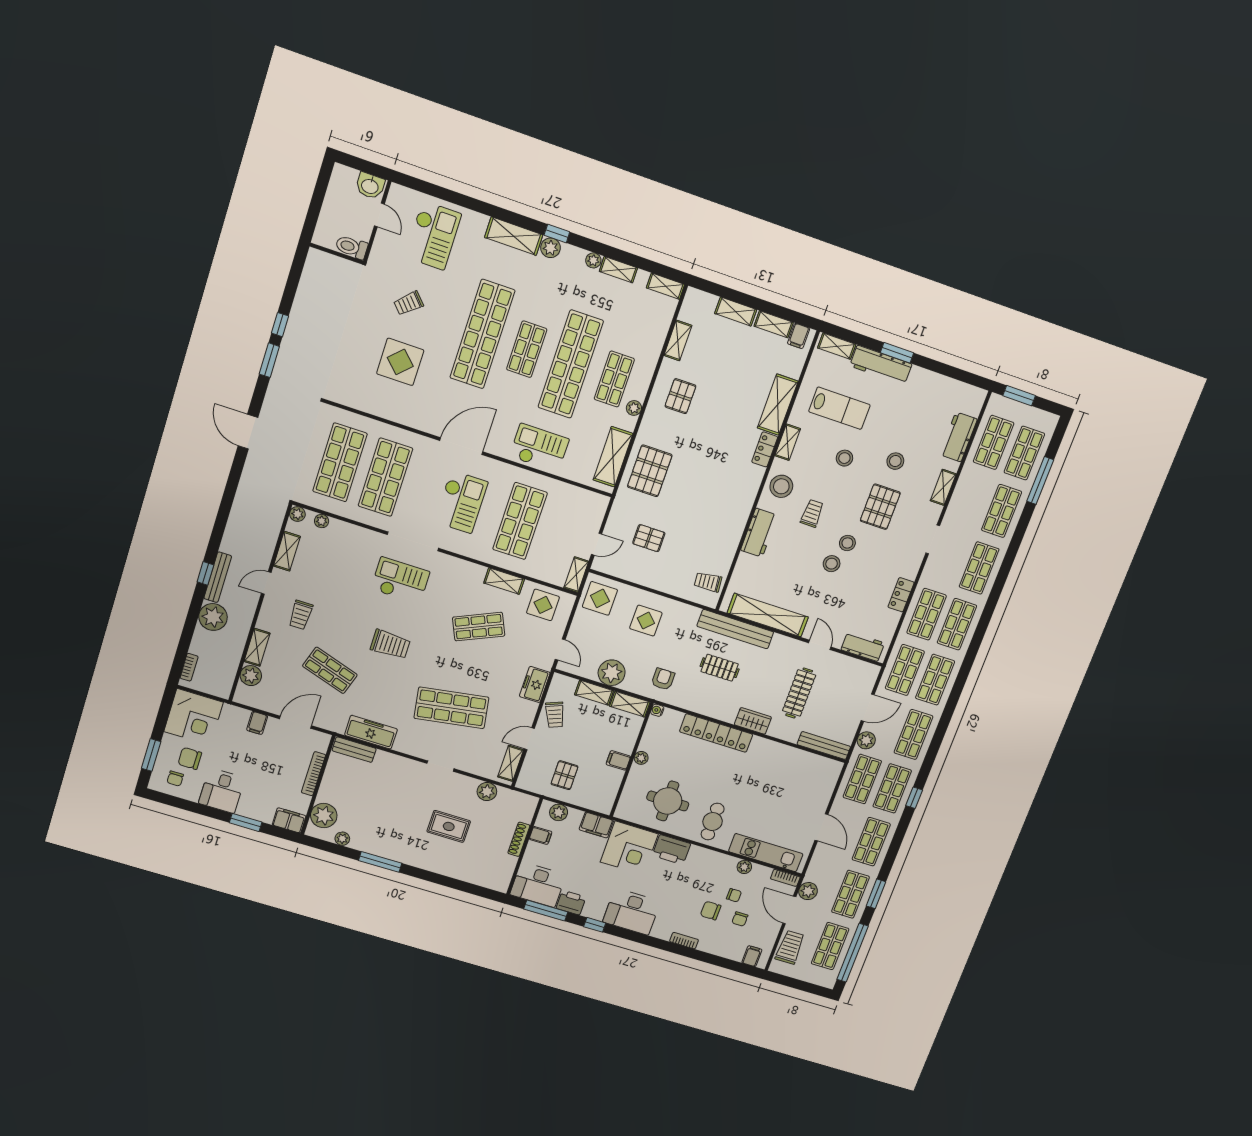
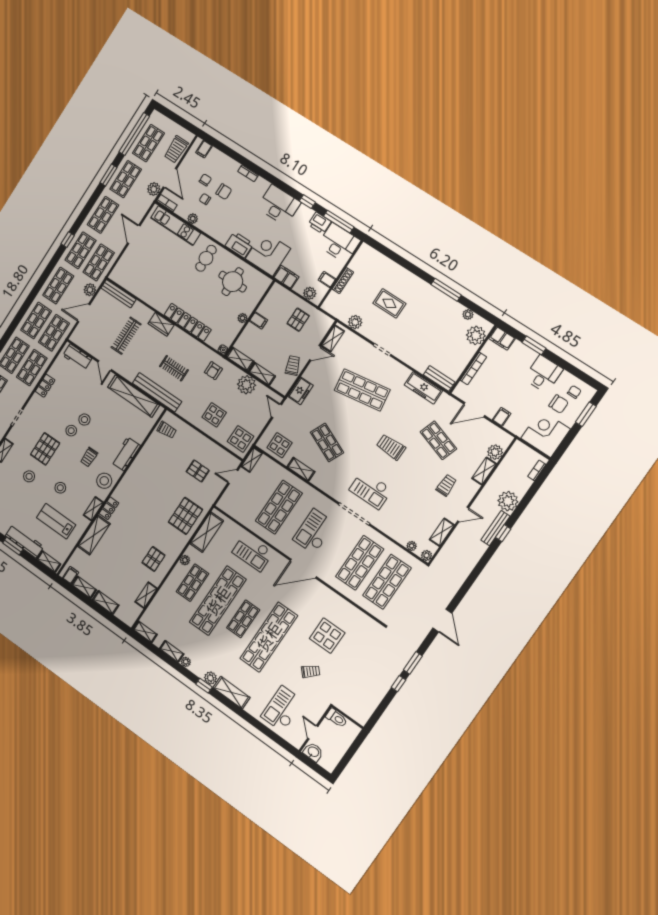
shop shelf: (479, 627) -> (327, 442), turned 48

